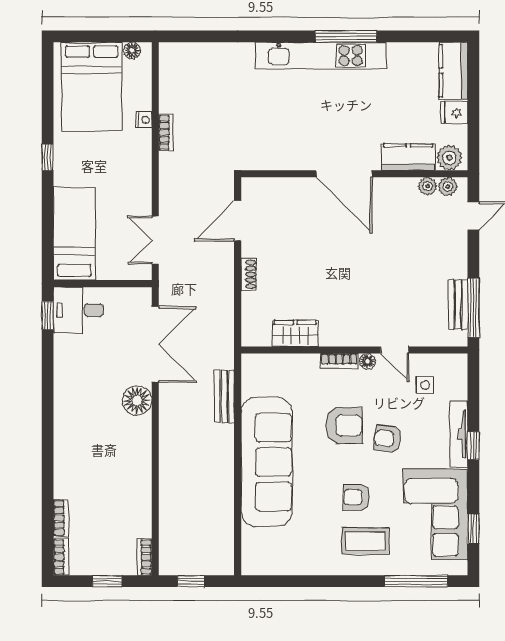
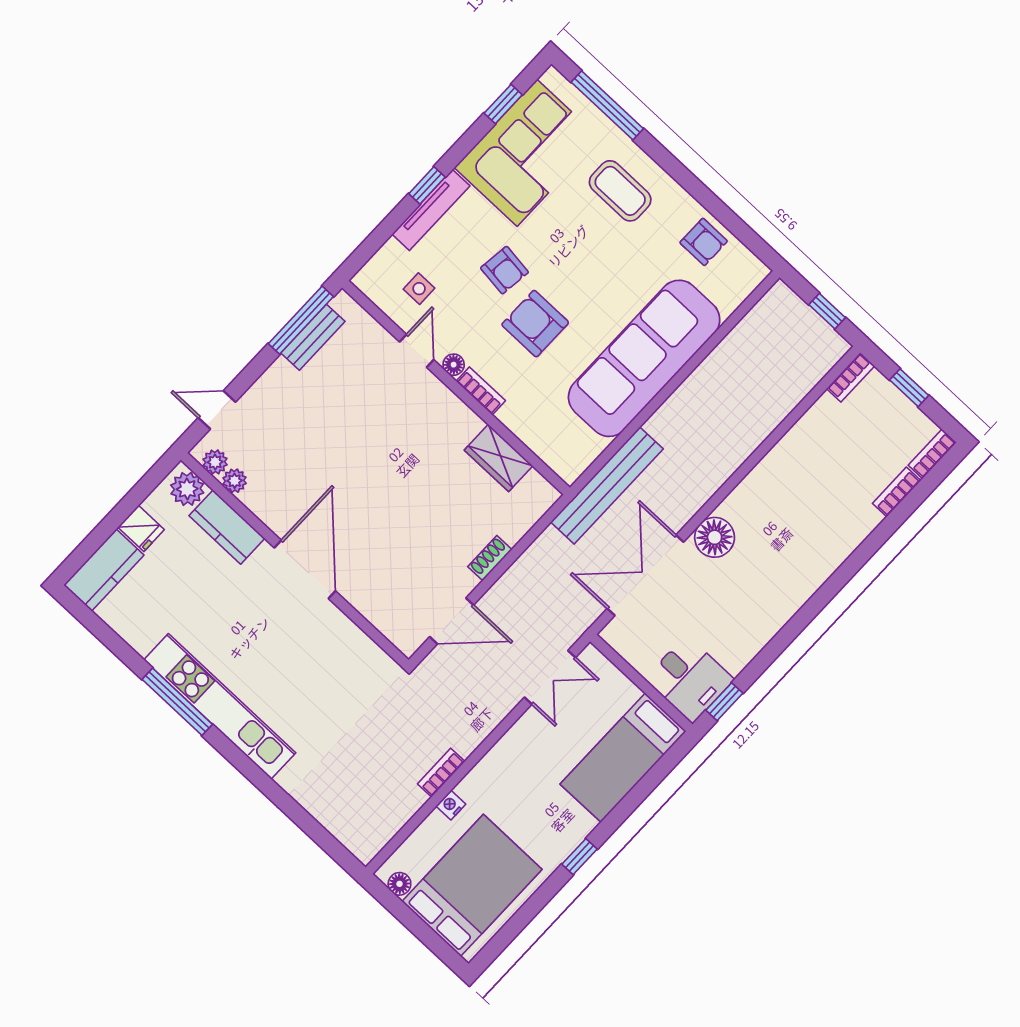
bench: (224, 396) -> (607, 485), width x1.86, depth x1.21
armchair: (356, 497) -> (704, 242), moved

